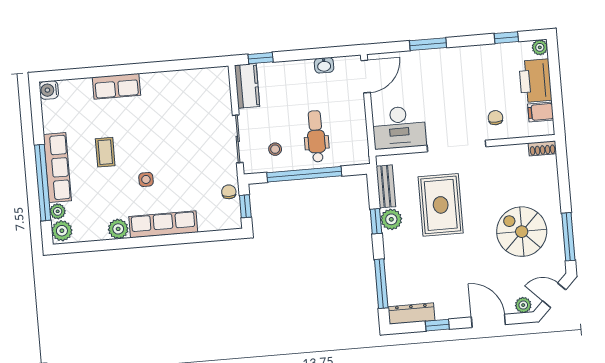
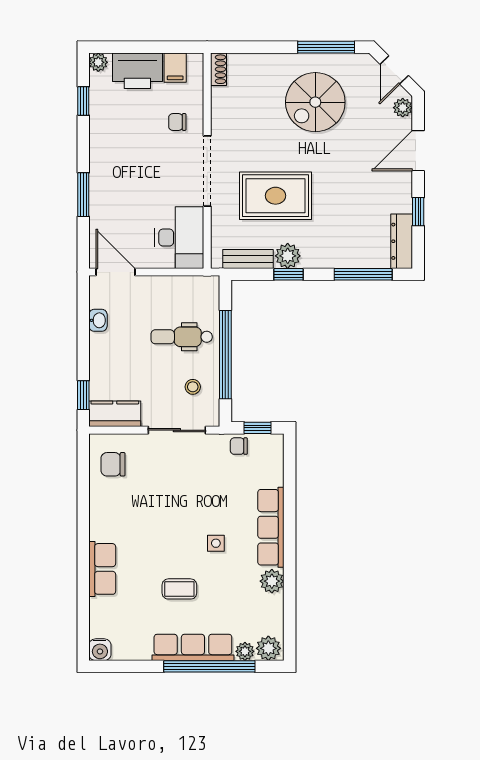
chair: (205, 88) -> (113, 464), added

